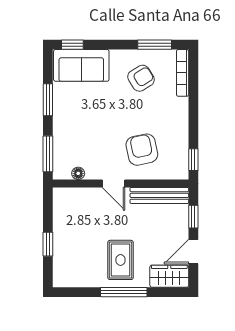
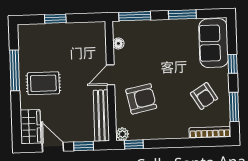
window: (72, 45) -> (233, 64), moved
plant: (181, 172) -> (122, 134), added
window: (124, 292) -> (15, 70), moved

